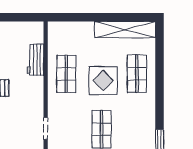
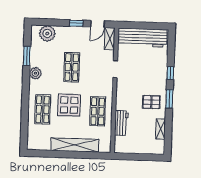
shelving: (125, 30) -> (75, 145), moved
plant: (148, 120) -> (35, 73), added

